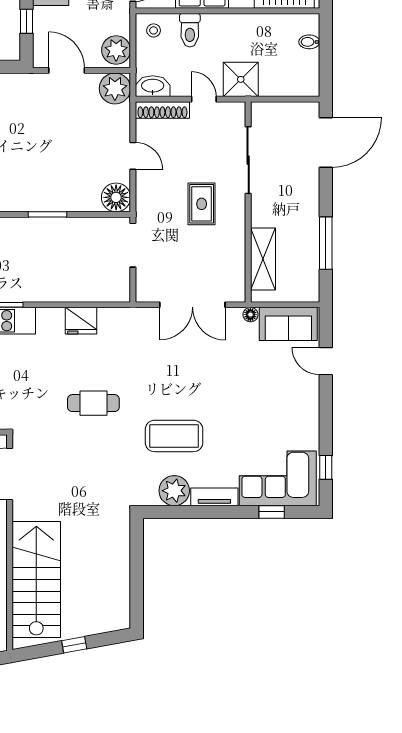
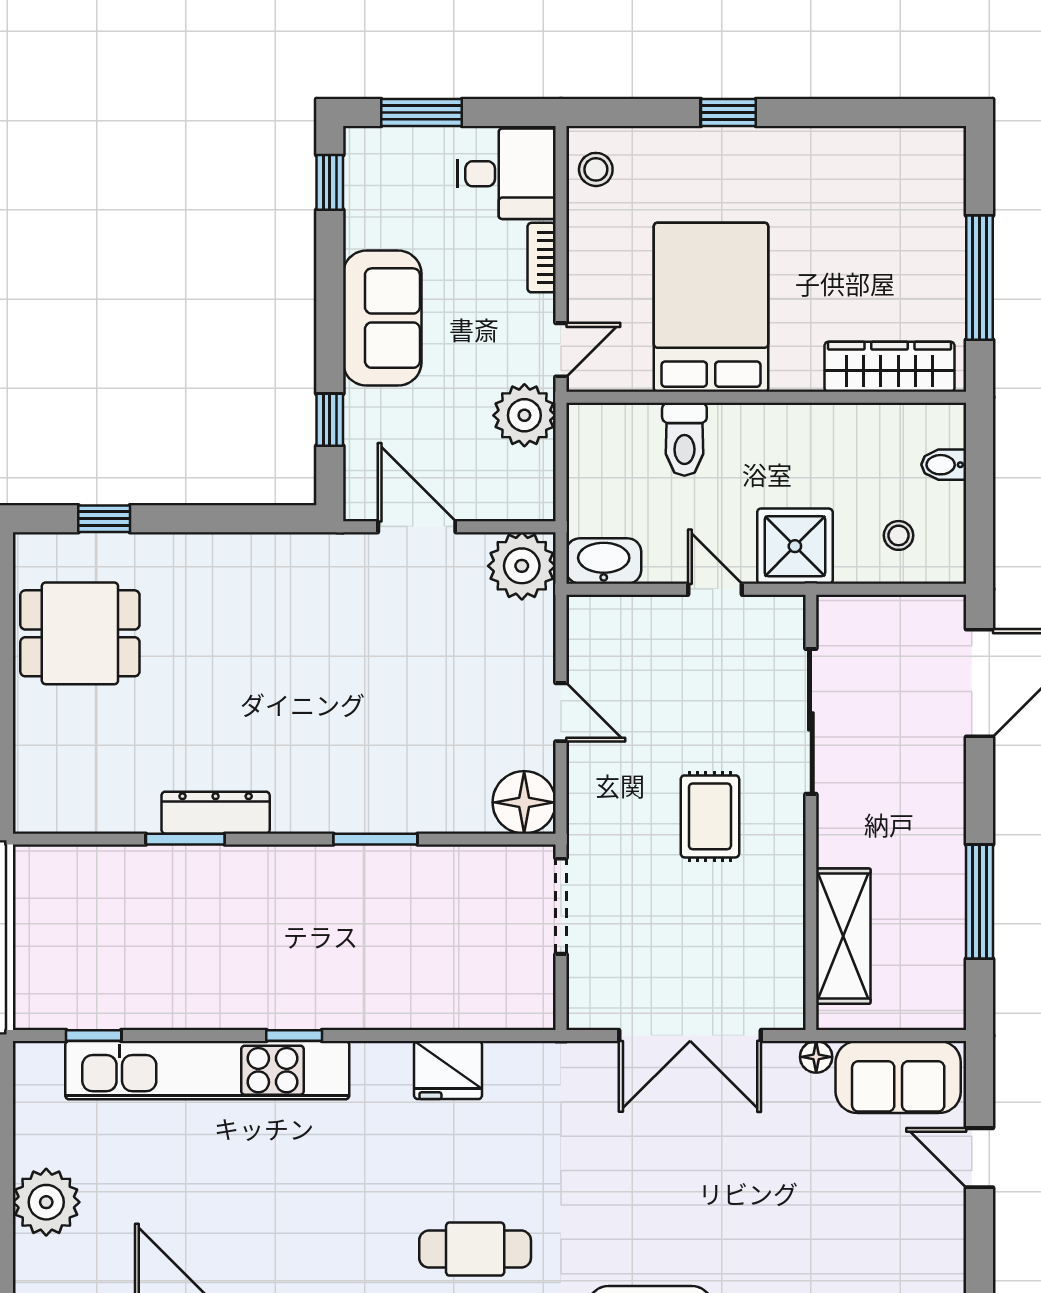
stool: (154, 30) -> (899, 535), moved
plant: (116, 50) -> (524, 415), moved
shoe rack: (162, 110) -> (625, 613), removed

